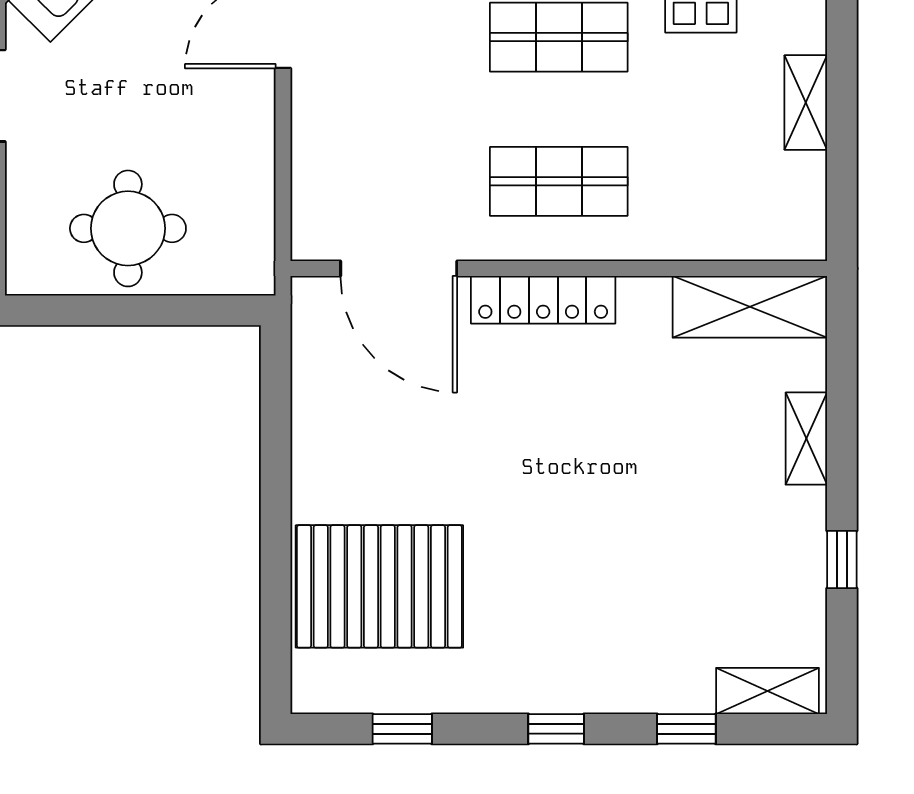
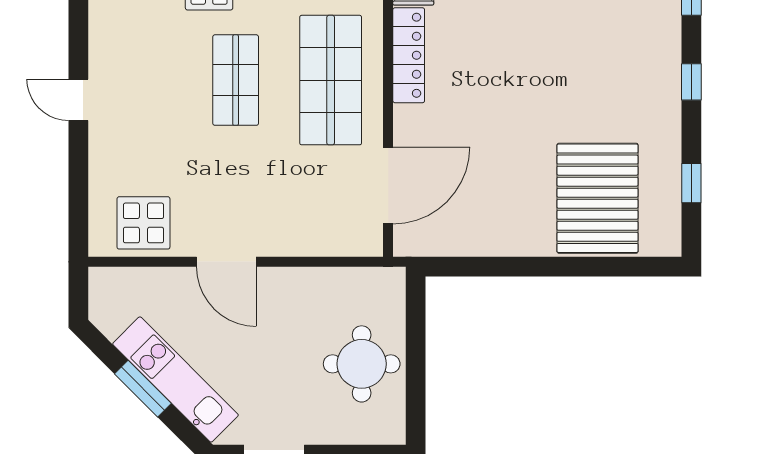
shop shelf: (559, 181) -> (331, 80), width x1.43, depth x1.36
locker: (543, 300) -> (409, 55), moved

